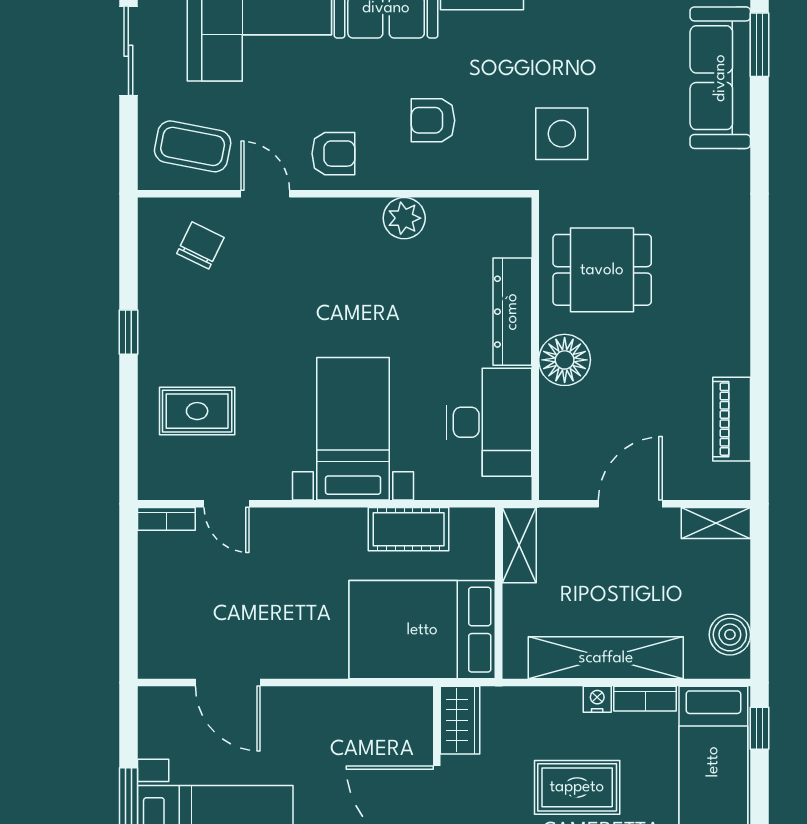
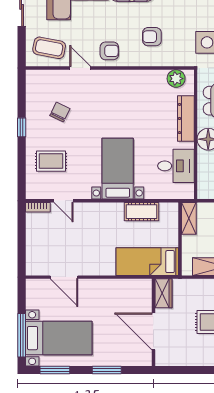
plant: (404, 218) -> (176, 79), moved
chair: (200, 245) -> (60, 112), moved
desk: (489, 422) -> (176, 166), width x0.73
bed: (422, 630) -> (147, 262), width x0.67

